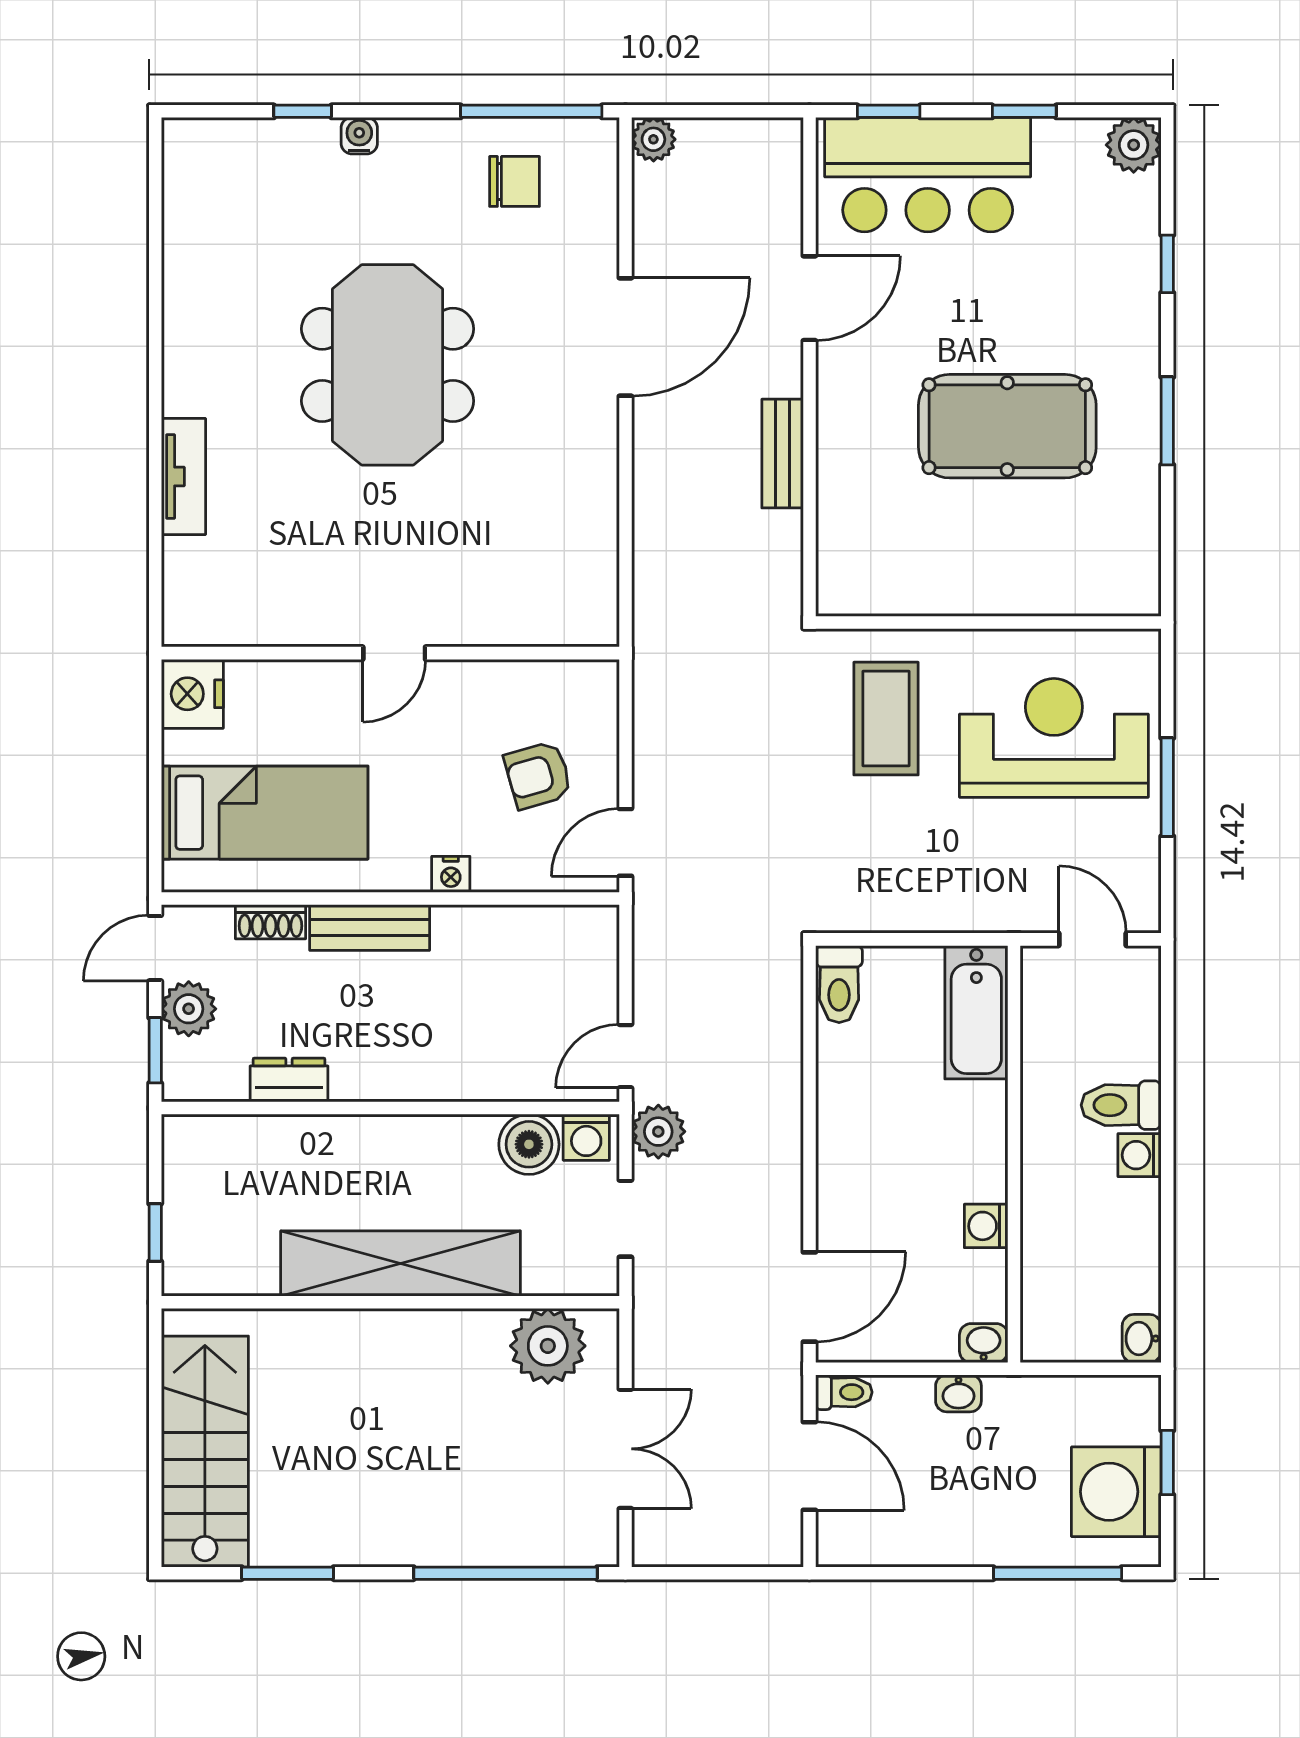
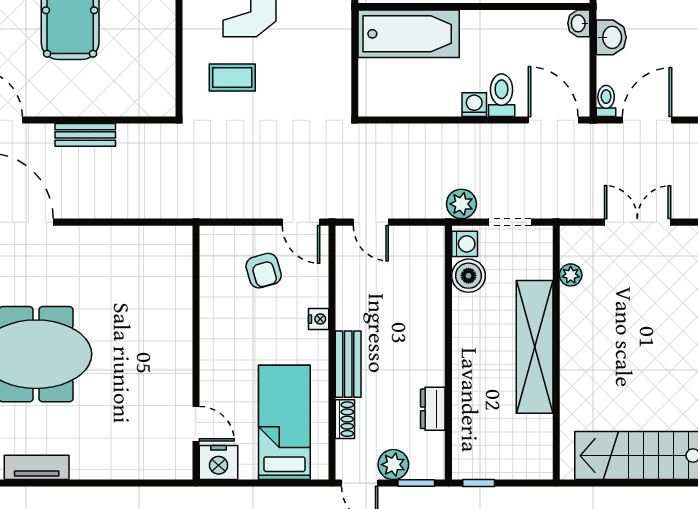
tv unit: (183, 476) -> (37, 467), moved
door: (394, 653) -> (196, 424), moved
coffee table: (886, 719) -> (232, 78), width x0.73, depth x0.77
toilet: (839, 984) -> (502, 95), moved, turned -90
bathtub: (976, 1012) -> (409, 34), width x1.36, depth x1.36
door: (625, 1056) -> (371, 222), moved
washing machine: (986, 1226) -> (474, 105), moved, turned 180
window: (155, 1233) -> (479, 483), moved
plant: (548, 1346) -> (571, 275), width x0.53, depth x0.53
washbasin: (958, 1393) -> (611, 37), width x1.38, depth x1.45

